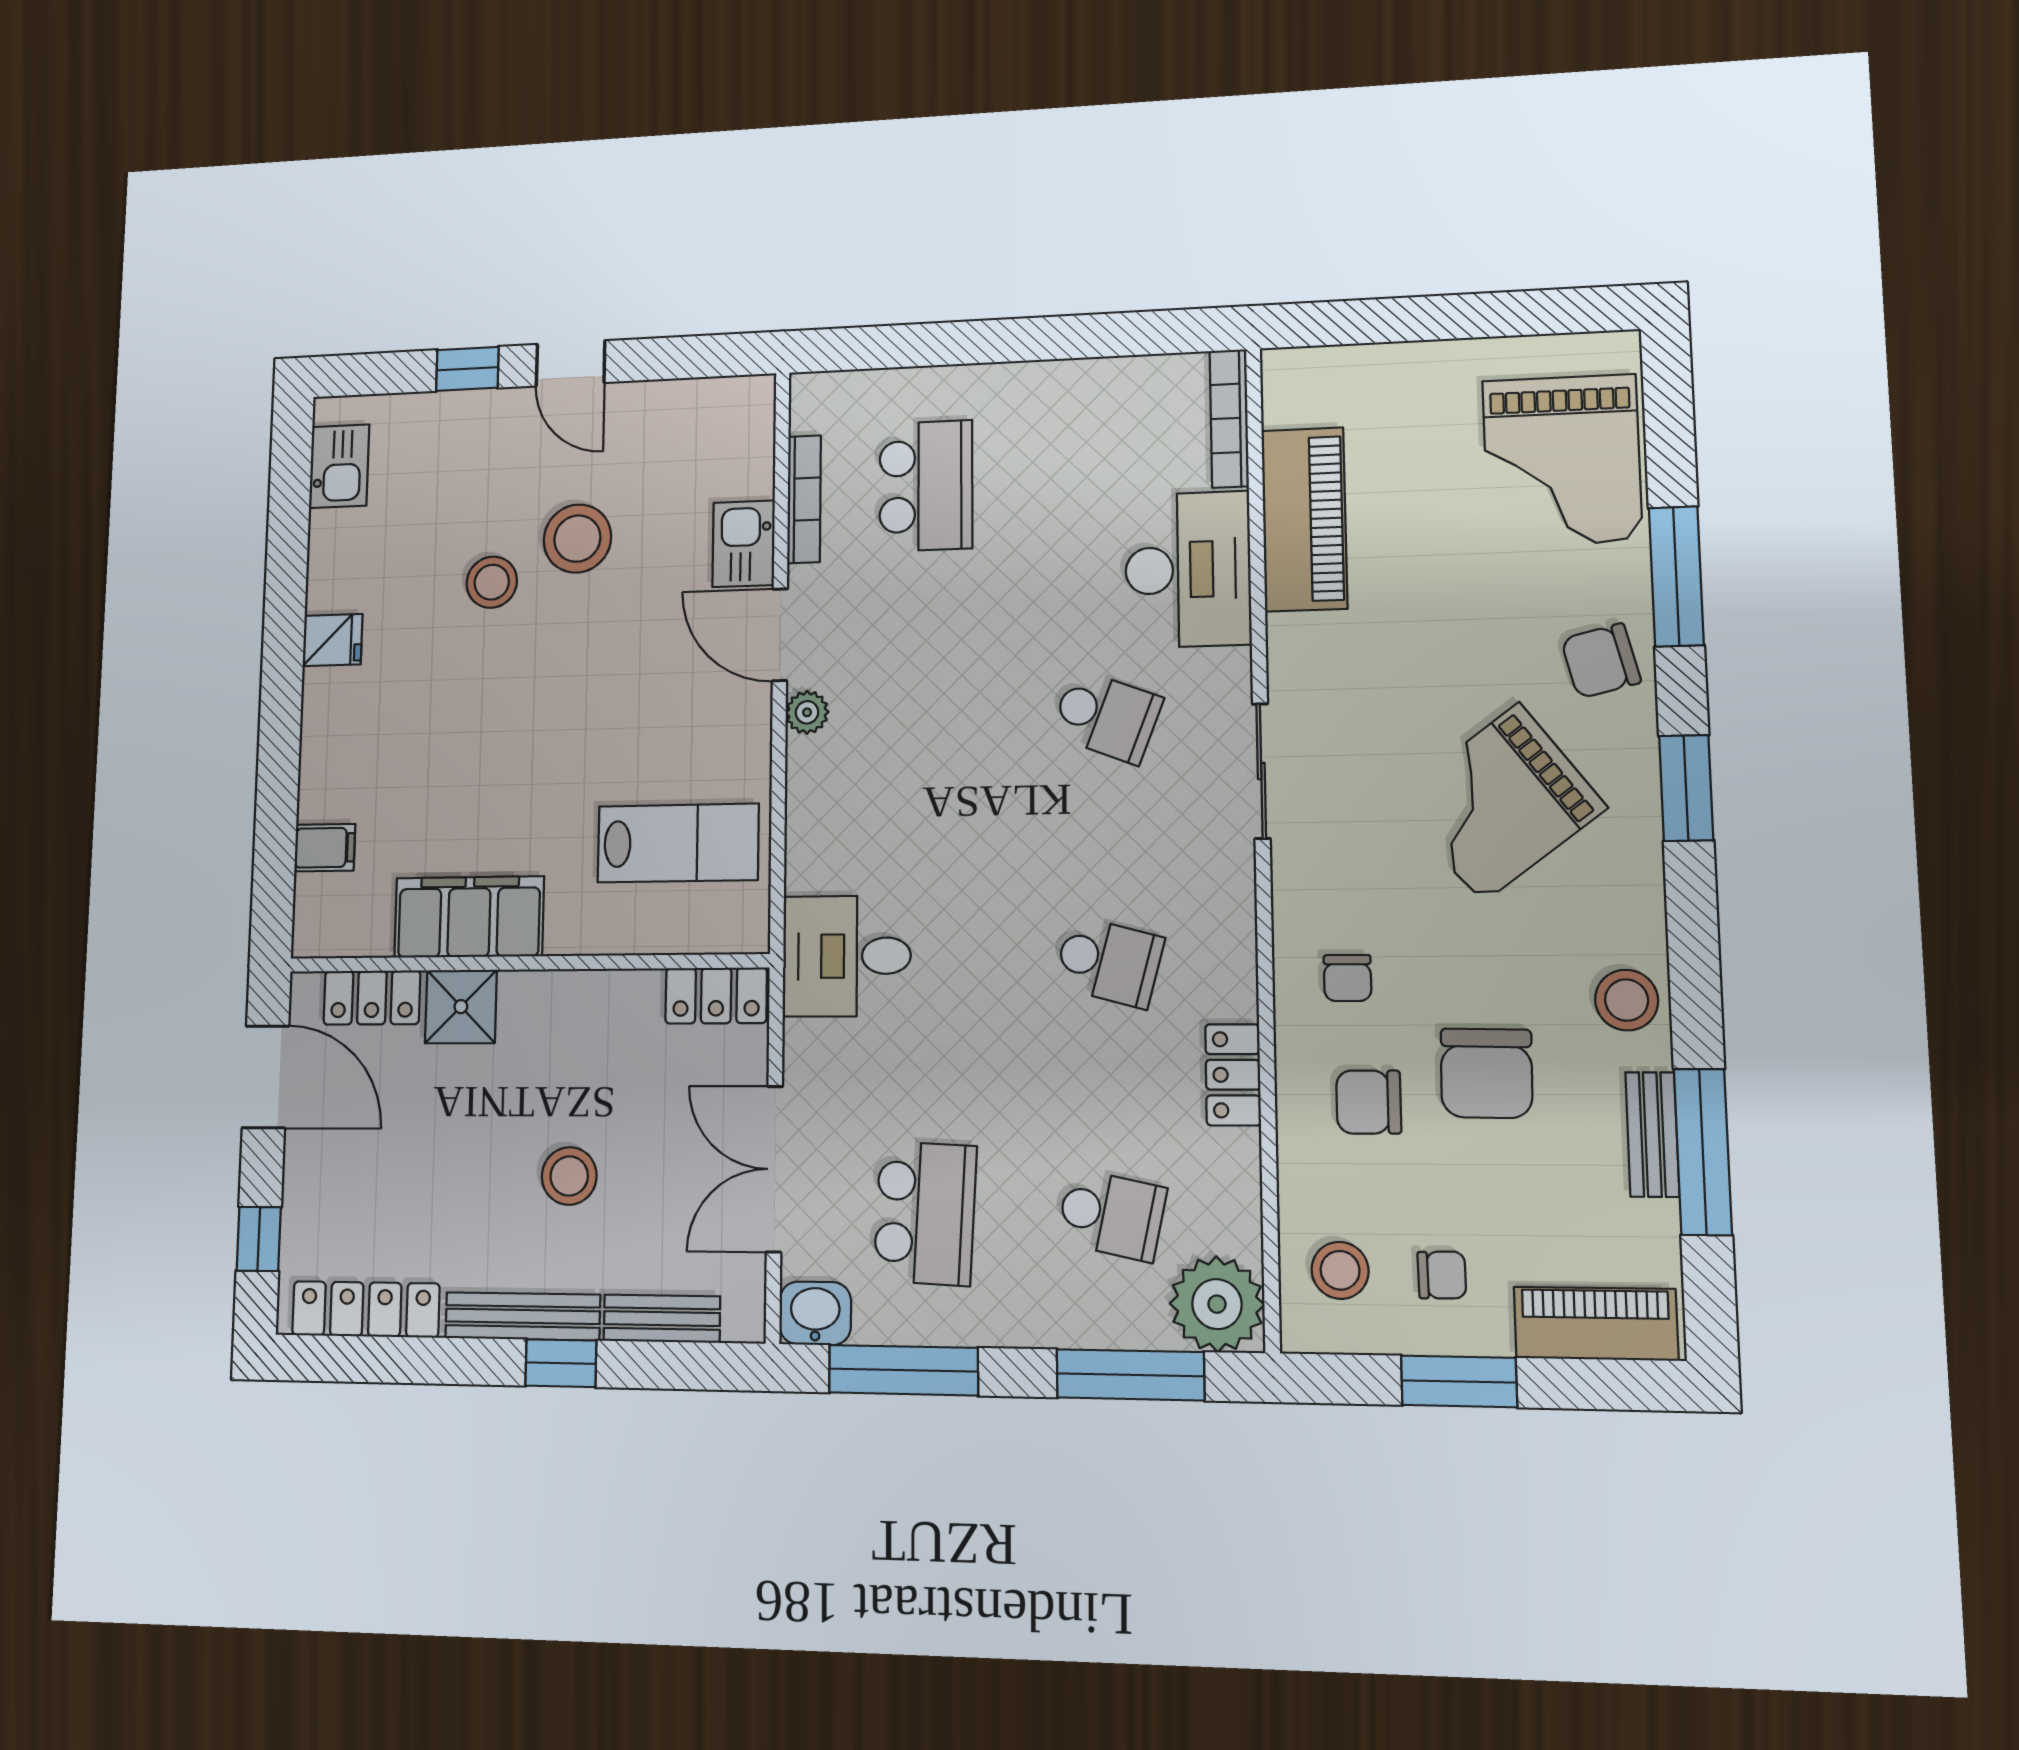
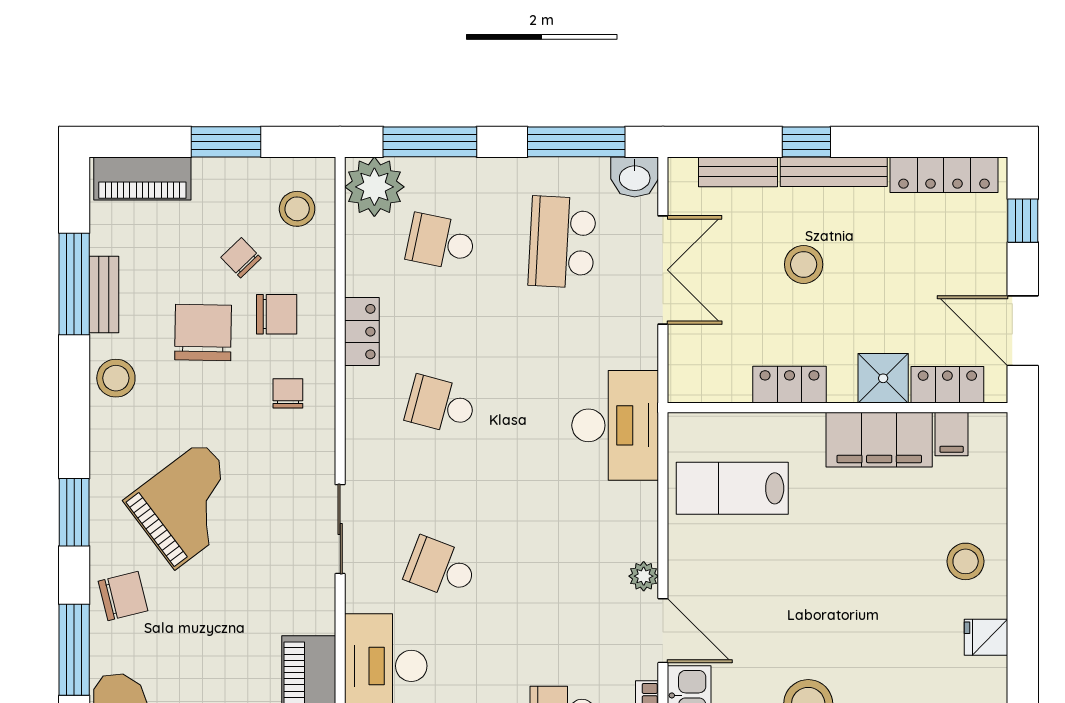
stool: (492, 582) -> (966, 561), moved
filing cabinet: (325, 848) -> (952, 434), moved, turned -90
desk: (847, 956) -> (615, 425), width x1.37
locker: (716, 996) -> (790, 385), moved
chair: (1442, 1275) -> (241, 258), moved, turned 47

